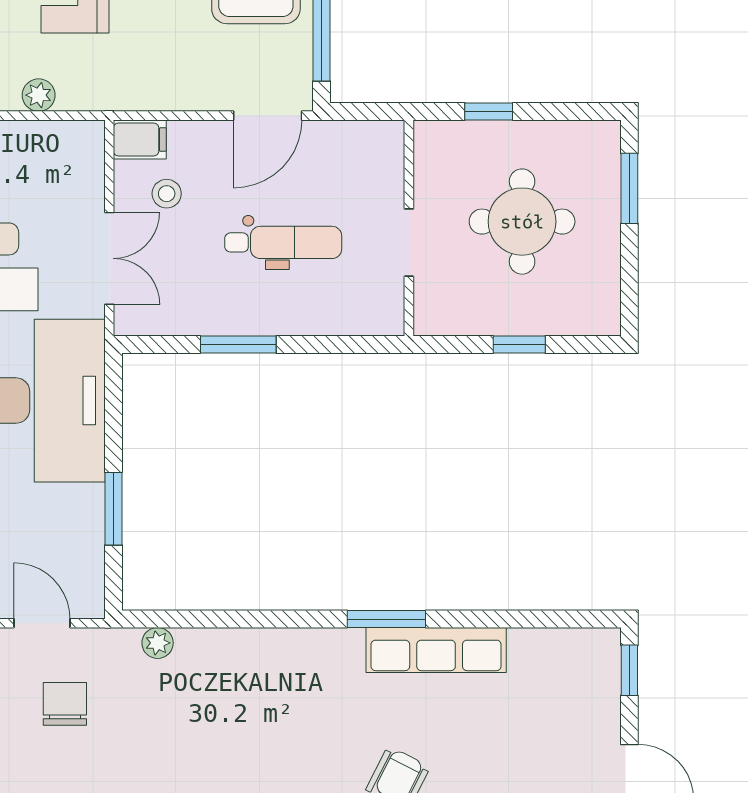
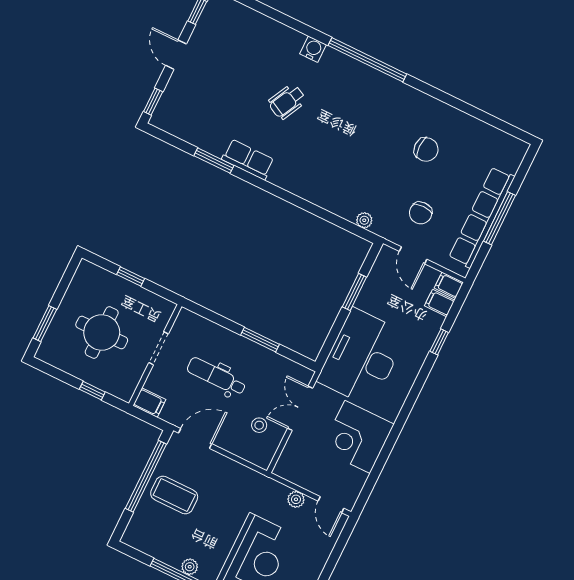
filing cabinet: (140, 139) -> (149, 403), moved, turned 180
window: (386, 619) -> (214, 161), moved
row of seats: (436, 650) -> (248, 160), width x0.68

